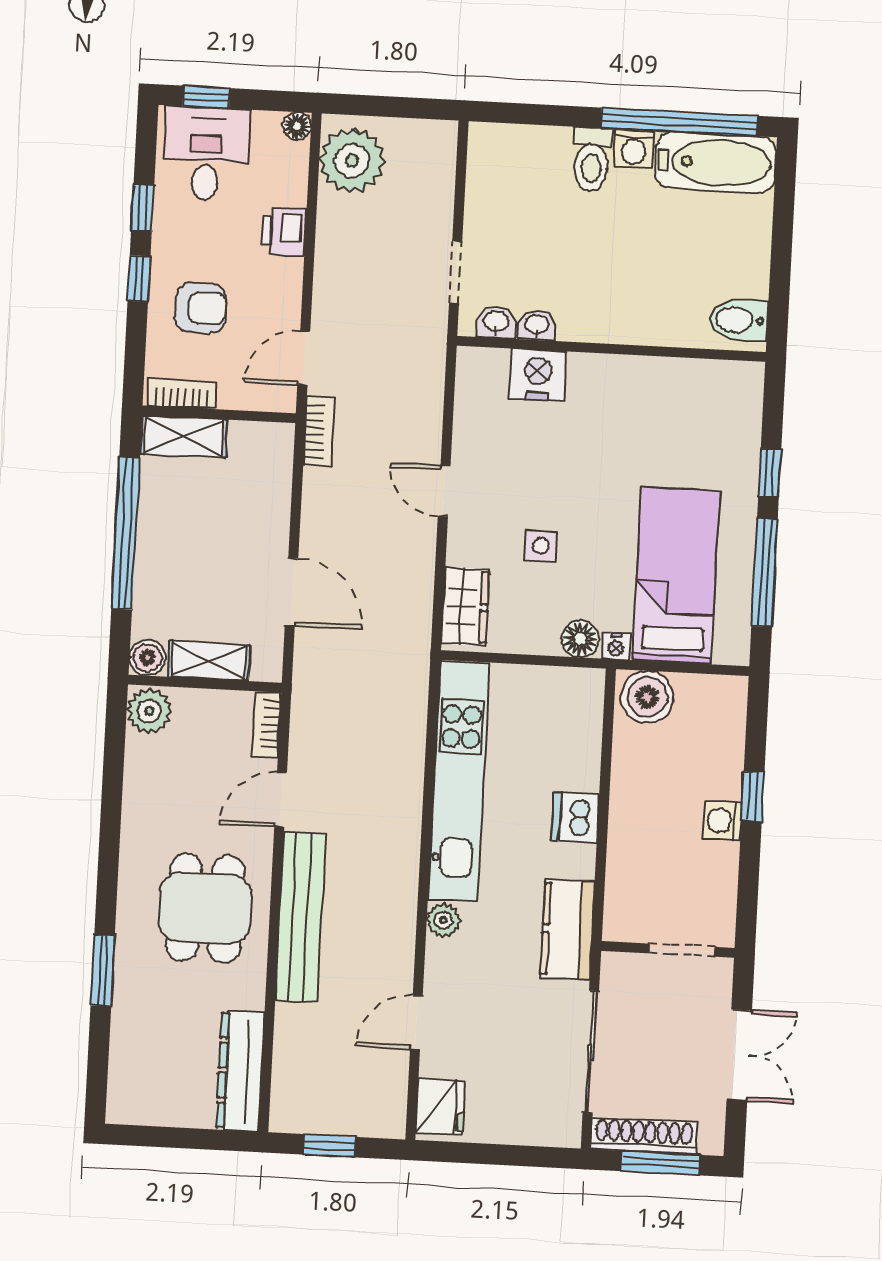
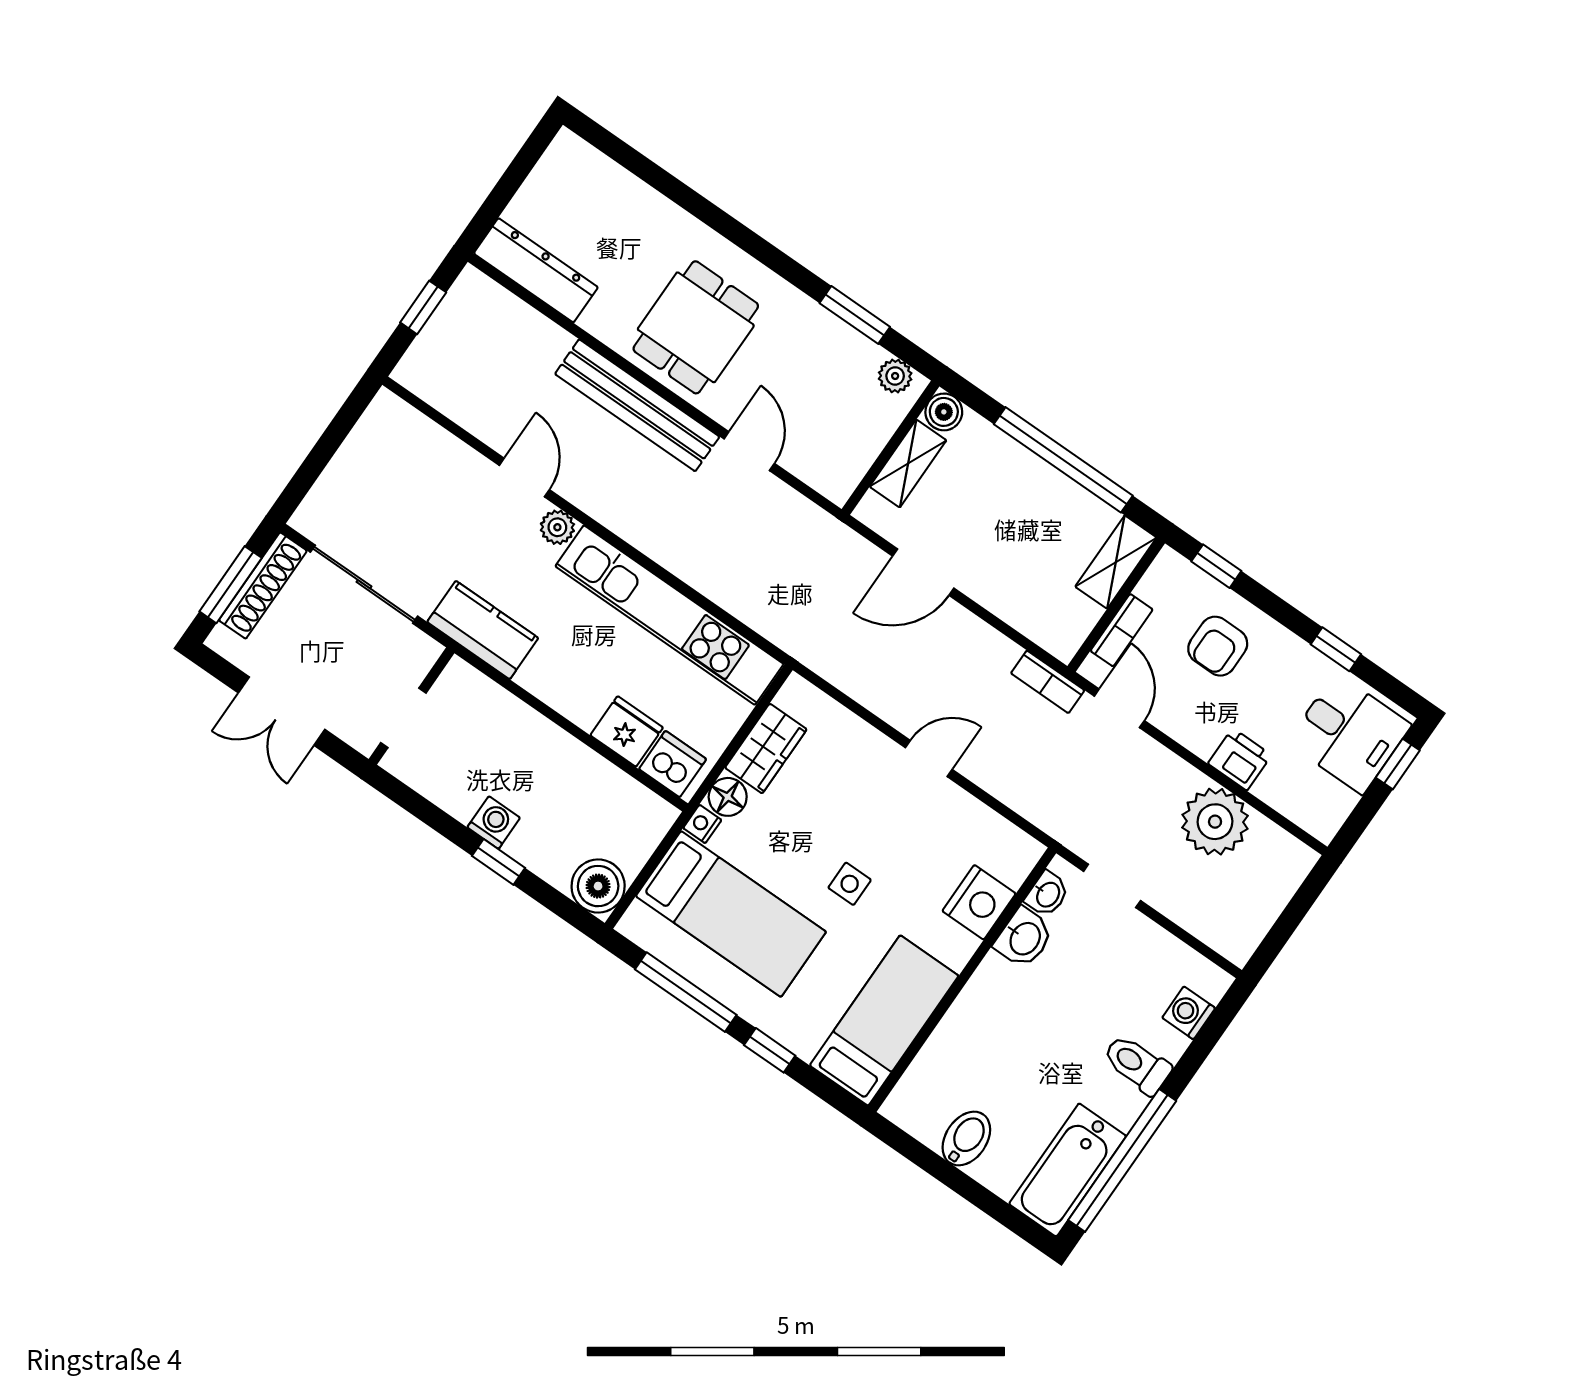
floor lamp: (297, 126) -> (1324, 827), removed
washing machine: (634, 149) -> (1189, 1013), moved
plant: (352, 160) -> (1215, 822), moved
window: (139, 278) -> (1216, 566), moved
bidet: (739, 320) -> (966, 1139), moved
washbasin: (537, 325) -> (1024, 938), width x1.38, depth x1.45
bed: (686, 393) -> (884, 1021), added
bookcase: (182, 394) -> (1122, 630), moved
side table: (541, 546) -> (850, 884), moved
wardrobe: (465, 607) -> (766, 749), moved, turned -90
boiler: (647, 697) -> (598, 886), moved
plant: (149, 711) -> (895, 376), width x0.73, depth x0.73
bookcase: (267, 724) -> (822, 479), removed
dishwasher: (575, 817) -> (673, 764), moved
dining table: (205, 908) -> (696, 327), turned 90
window: (103, 971) -> (855, 315), moved
door: (416, 1022) -> (524, 477), moved
fridge: (440, 1107) -> (627, 731), moved, turned 180

